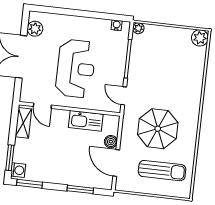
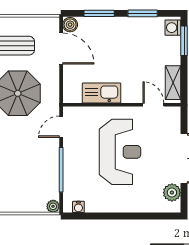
reception desk: (76, 69) -> (120, 152), turned 180
door: (124, 96) -> (61, 127), swing flipped
boiler: (111, 142) -> (70, 25), moved
window: (30, 184) -> (143, 13), moved

